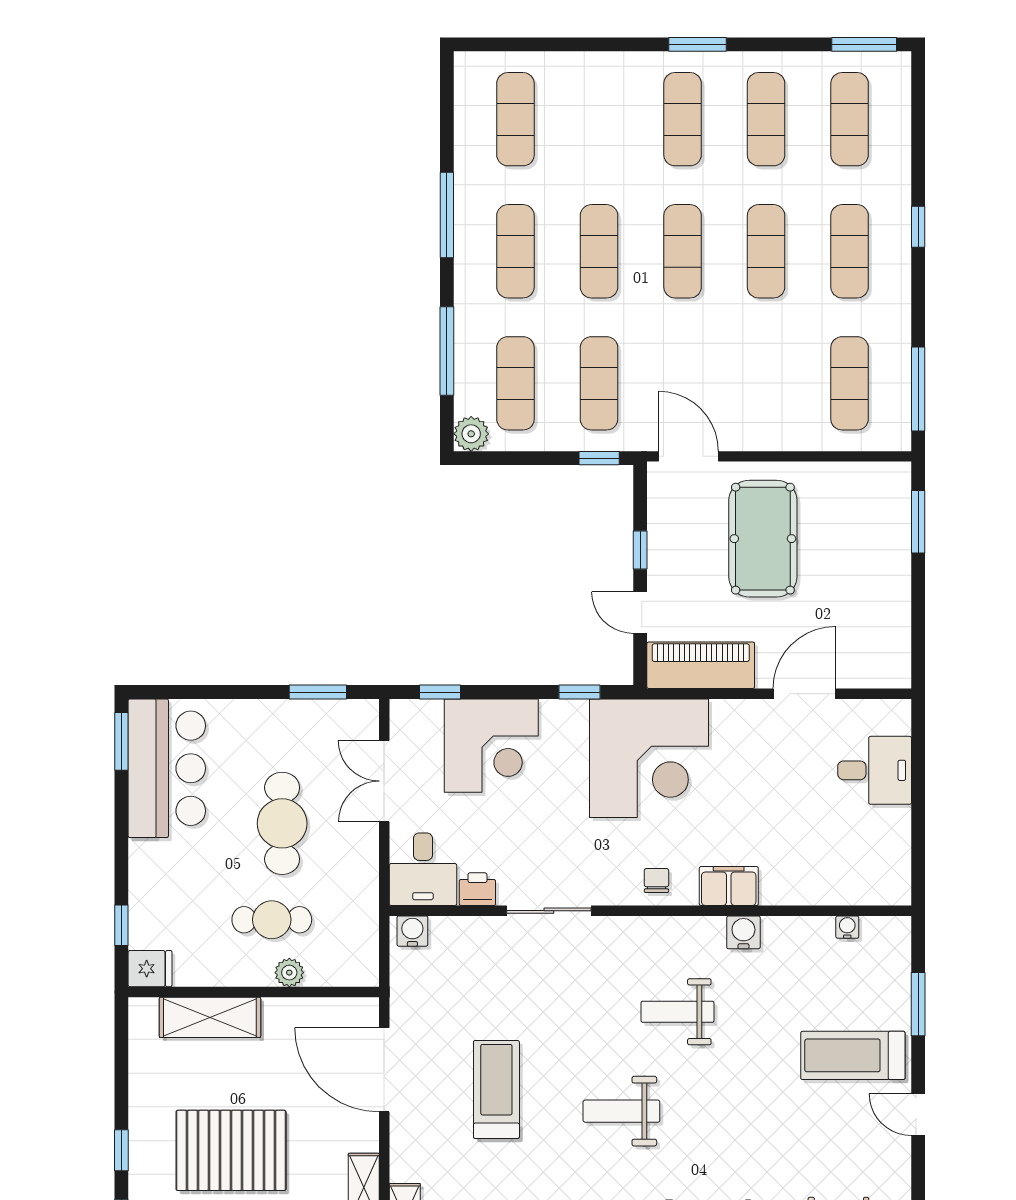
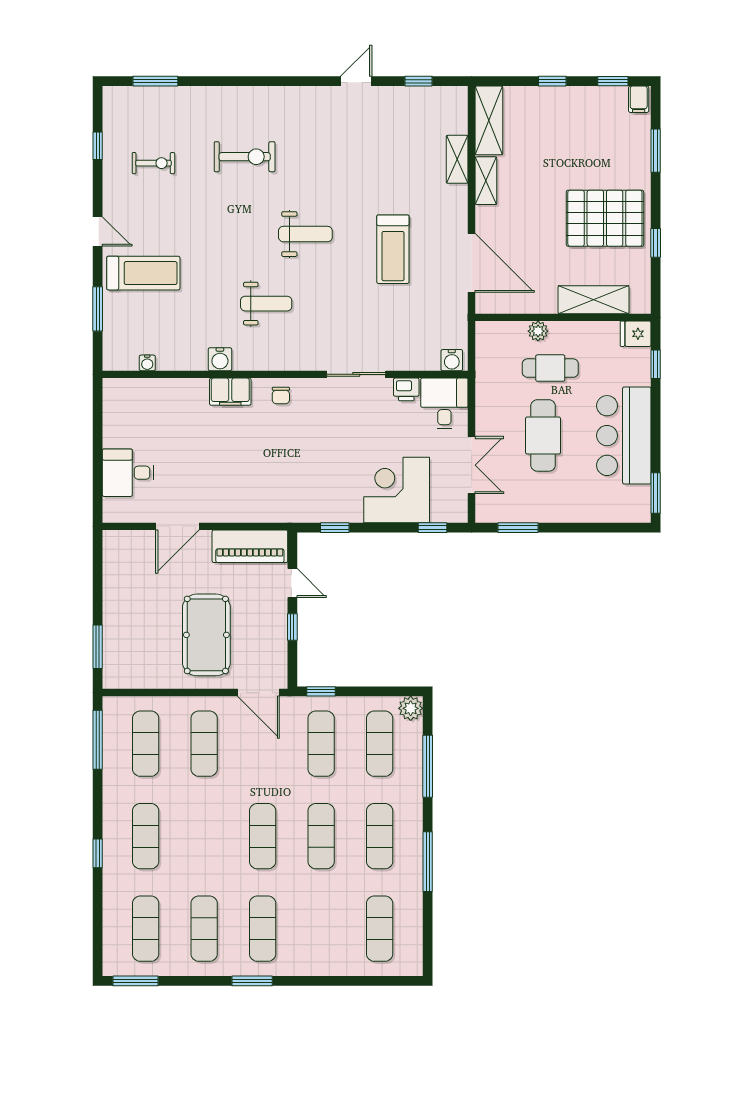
exercise mat: (766, 251) -> (204, 744), moved
corner desk: (649, 758) -> (286, 481), removed
bar counter: (167, 768) -> (624, 436), moved
window: (121, 1150) -> (656, 243), moved
pallet: (231, 1150) -> (605, 218), moved

